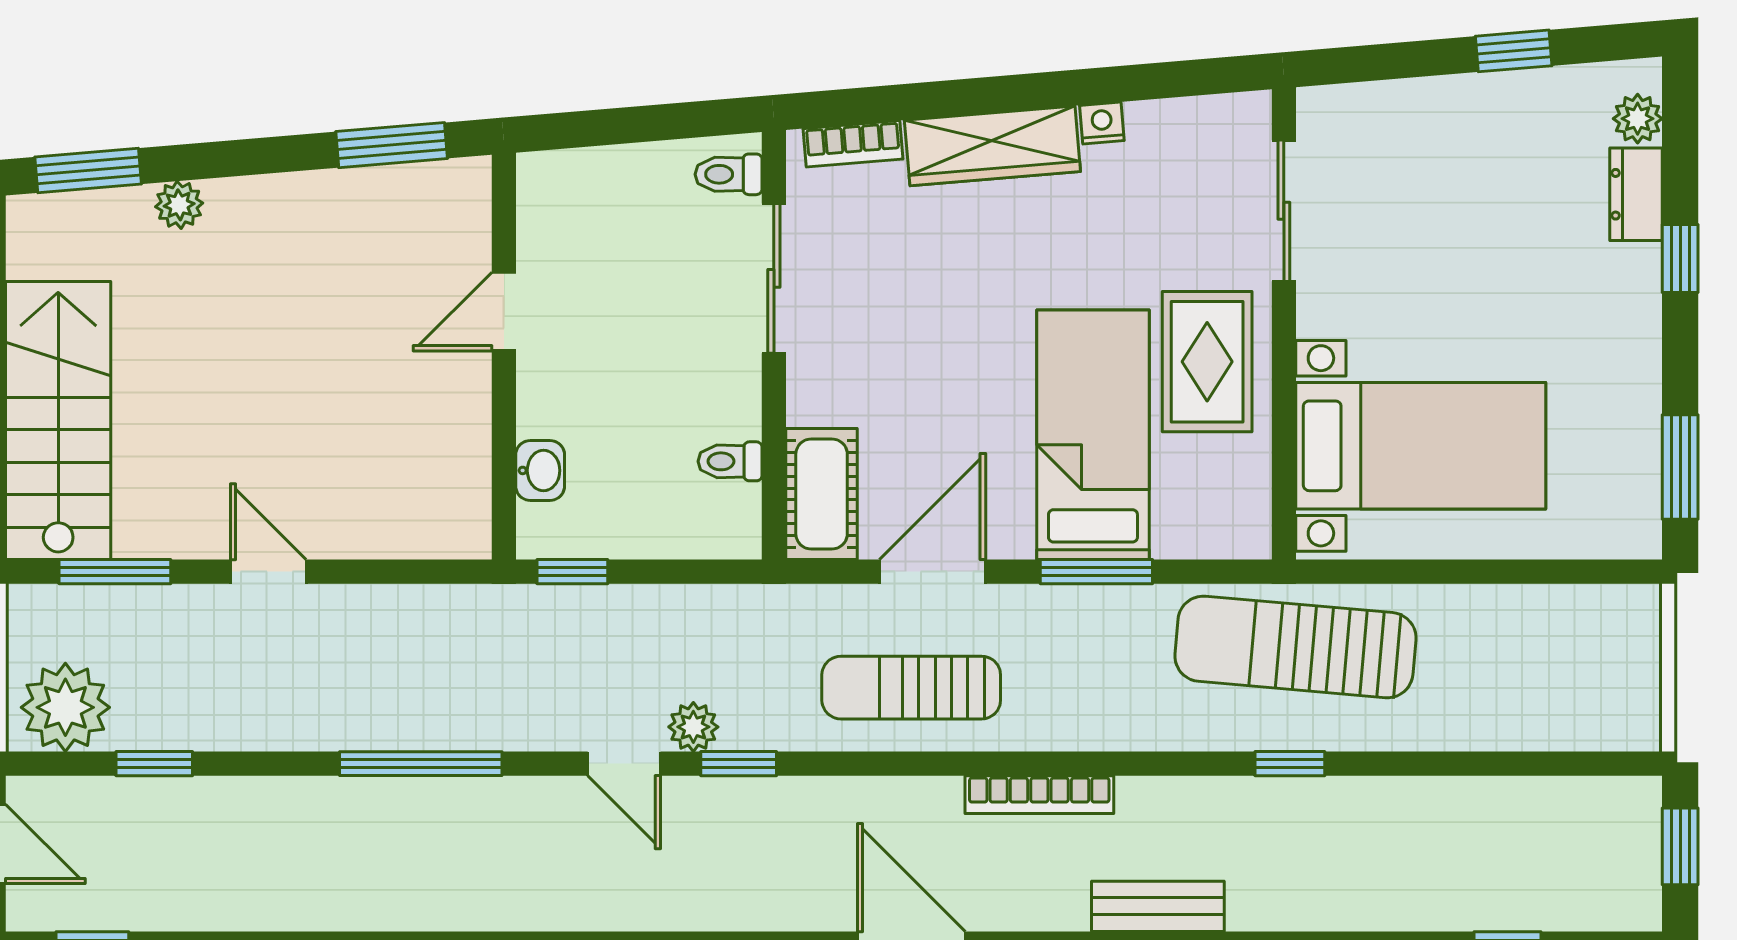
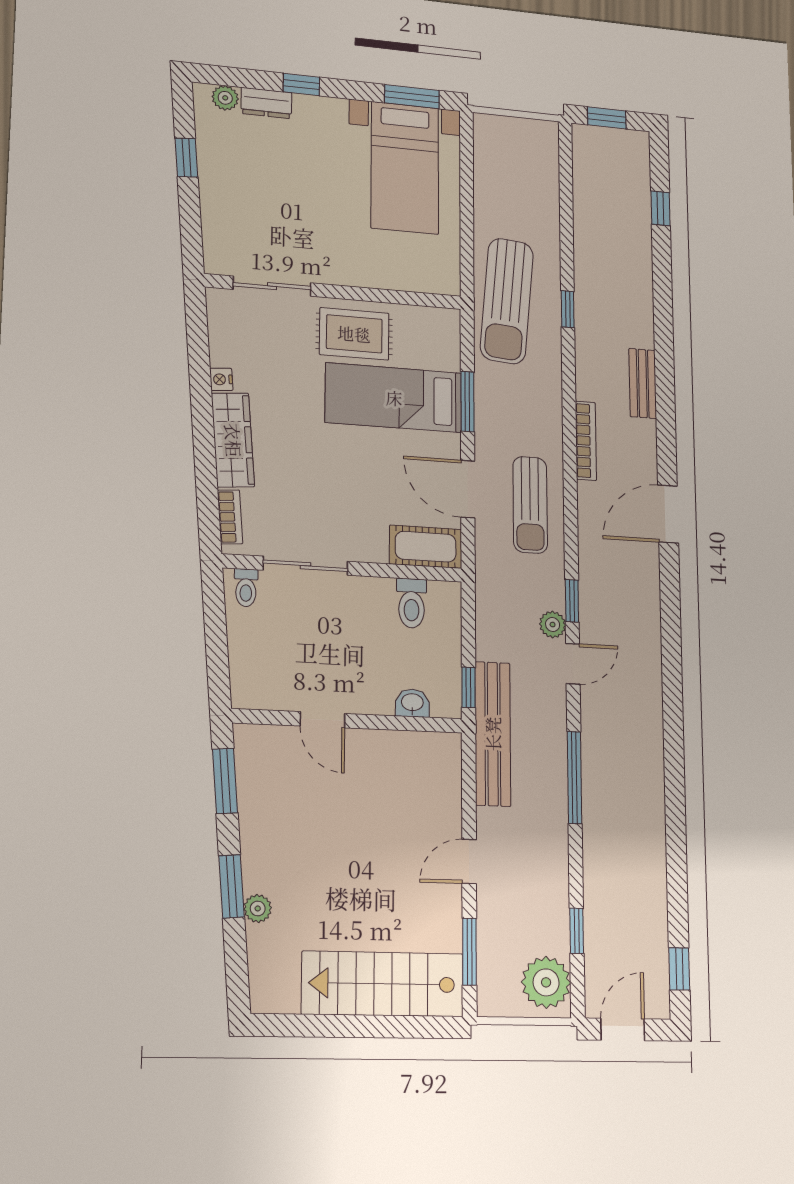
window: (88, 170) -> (232, 886), moved
bed with nightstands: (1421, 446) -> (405, 168), moved, turned 180
toilet: (730, 461) -> (412, 603), width x1.37, depth x1.39
bench: (492, 615) -> (493, 734), added

